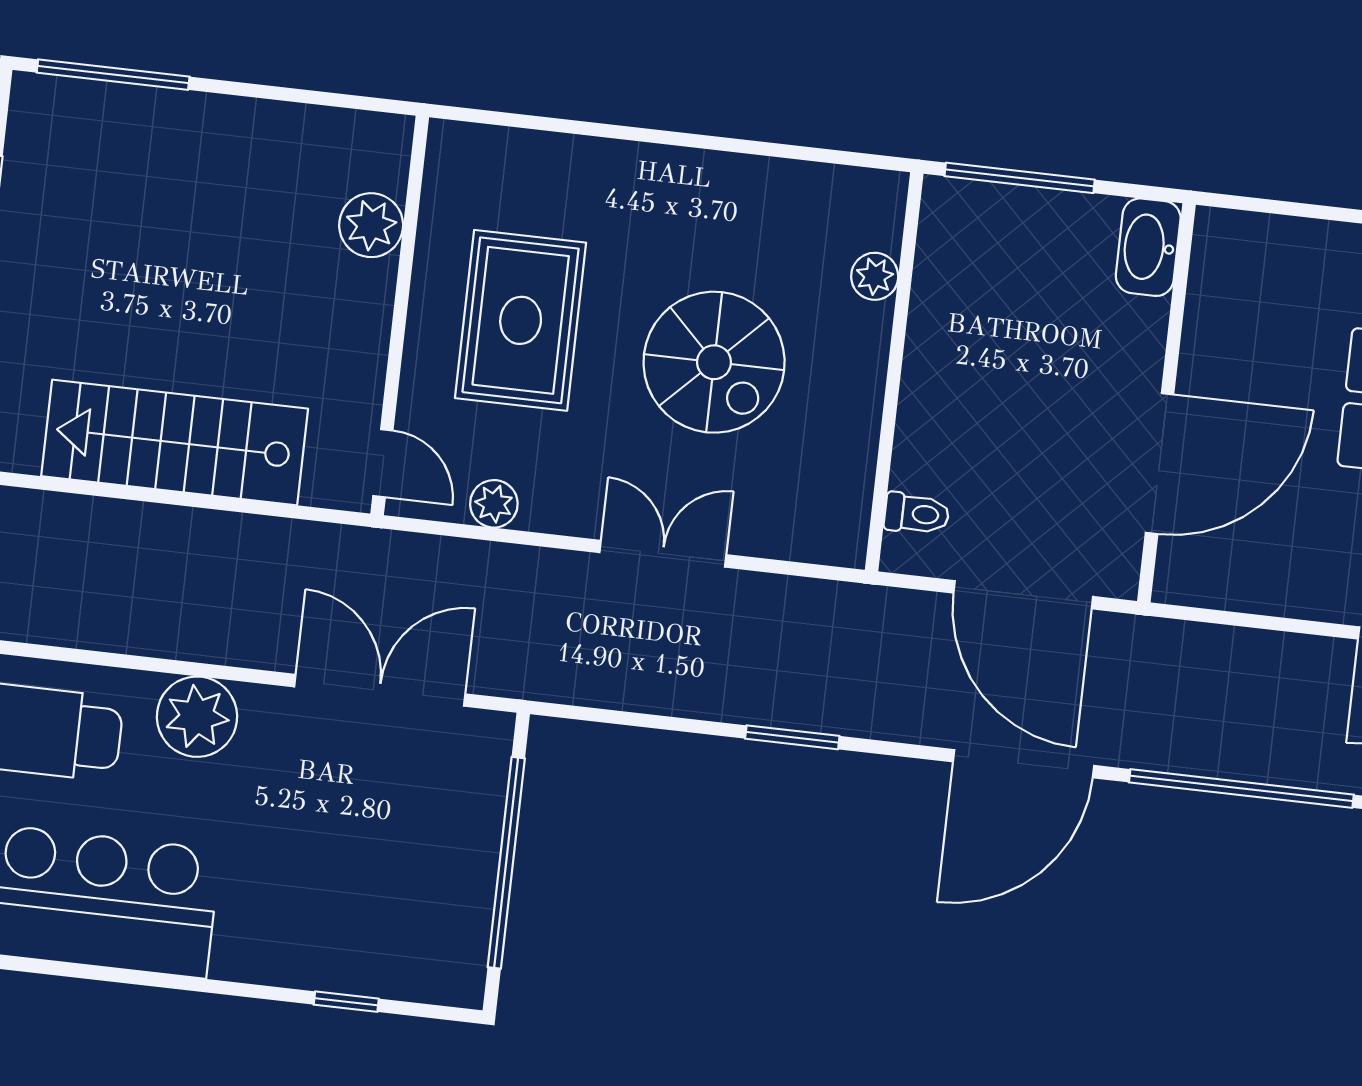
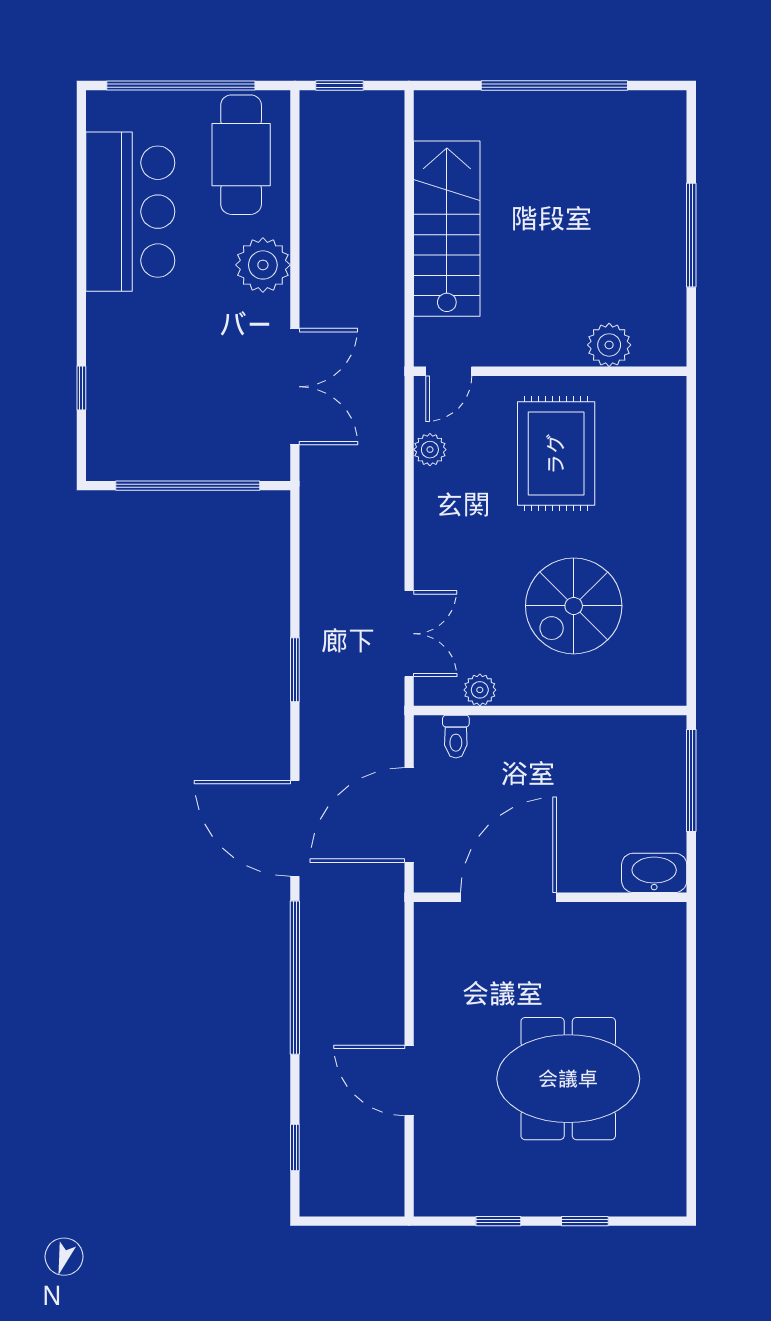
window: (113, 75) -> (691, 235), moved
plant: (875, 276) -> (480, 690), moved
rug: (521, 320) -> (556, 454), turned 90
spiral stairs: (714, 362) -> (574, 606), moved
door: (1160, 464) -> (509, 897), swing flipped
double door: (663, 554) -> (409, 634), moved

